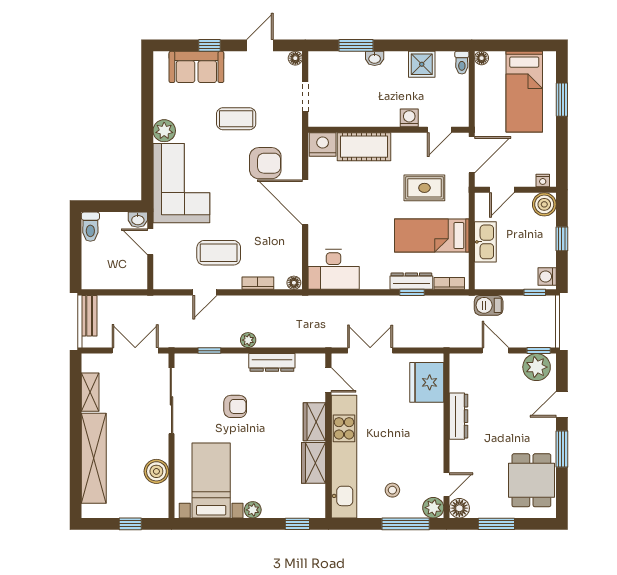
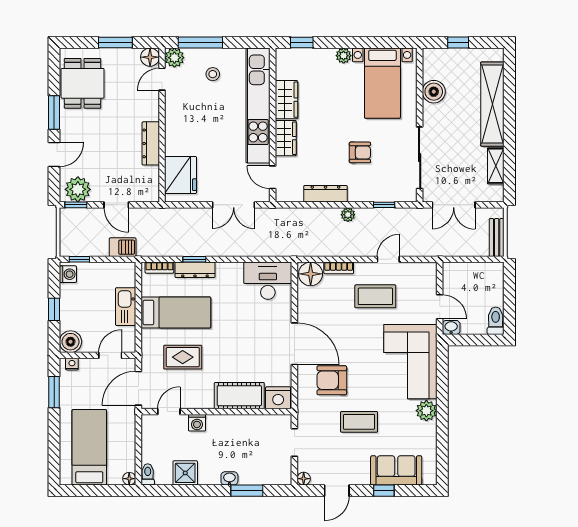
window: (562, 100) -> (54, 392), moved
floor lamp: (294, 283) -> (311, 274), width x1.89, depth x1.89
armchair: (235, 406) -> (360, 152), turned 180

